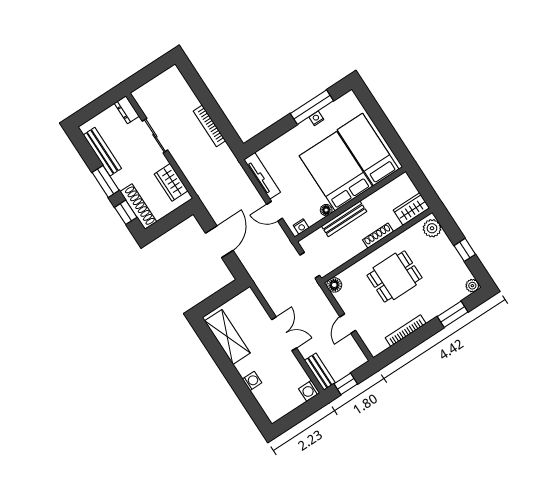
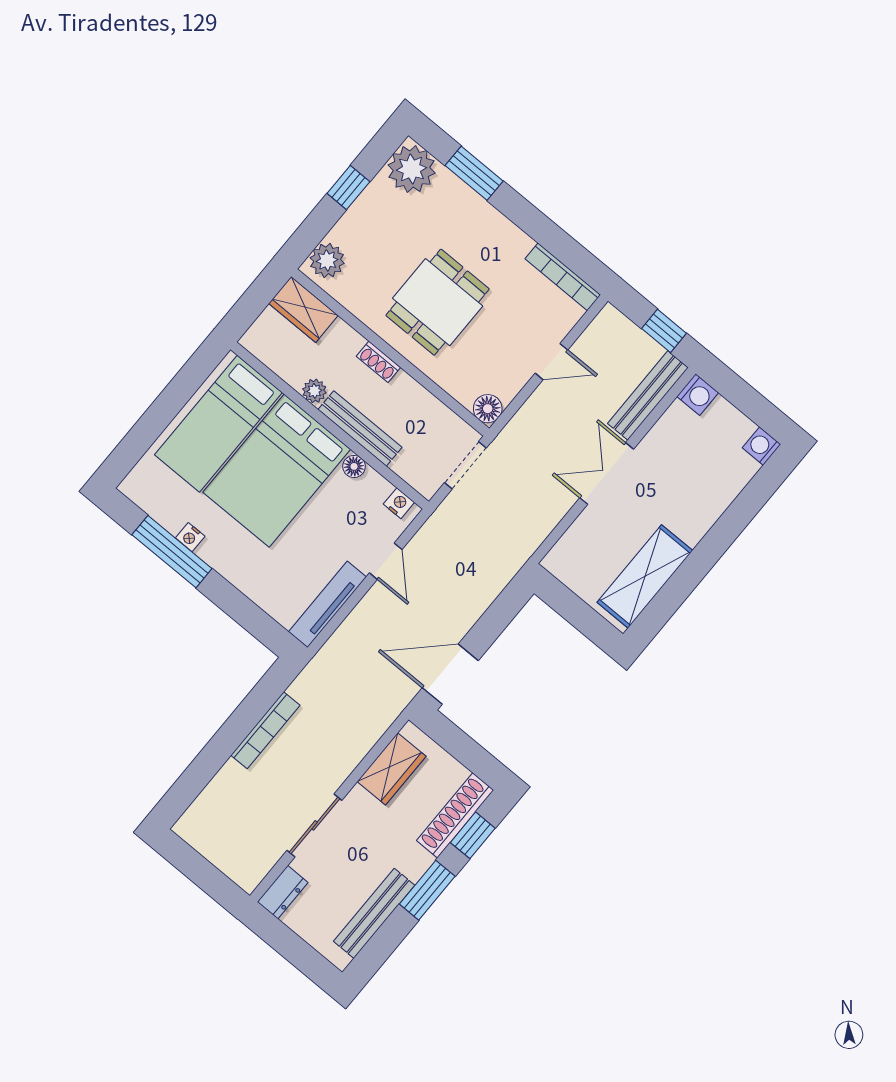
plant: (370, 202) -> (314, 391), added
shoe rack: (378, 236) -> (378, 362), width x0.70
door: (219, 242) -> (450, 674), moved
dining table: (395, 276) -> (438, 302), turned 90
plant: (472, 286) -> (412, 169), width x1.88, depth x1.88
bookcase: (406, 331) -> (563, 277), moved
bench: (320, 372) -> (648, 396), width x1.36
washing machine: (252, 381) -> (761, 446), moved

